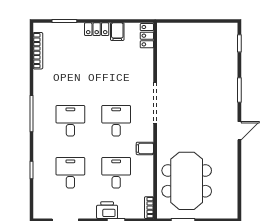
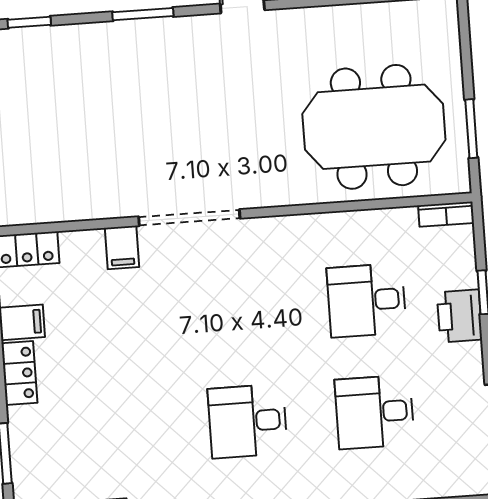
desk: (116, 121) -> (240, 309), removed
filing cabinet: (145, 148) -> (122, 247), moved

